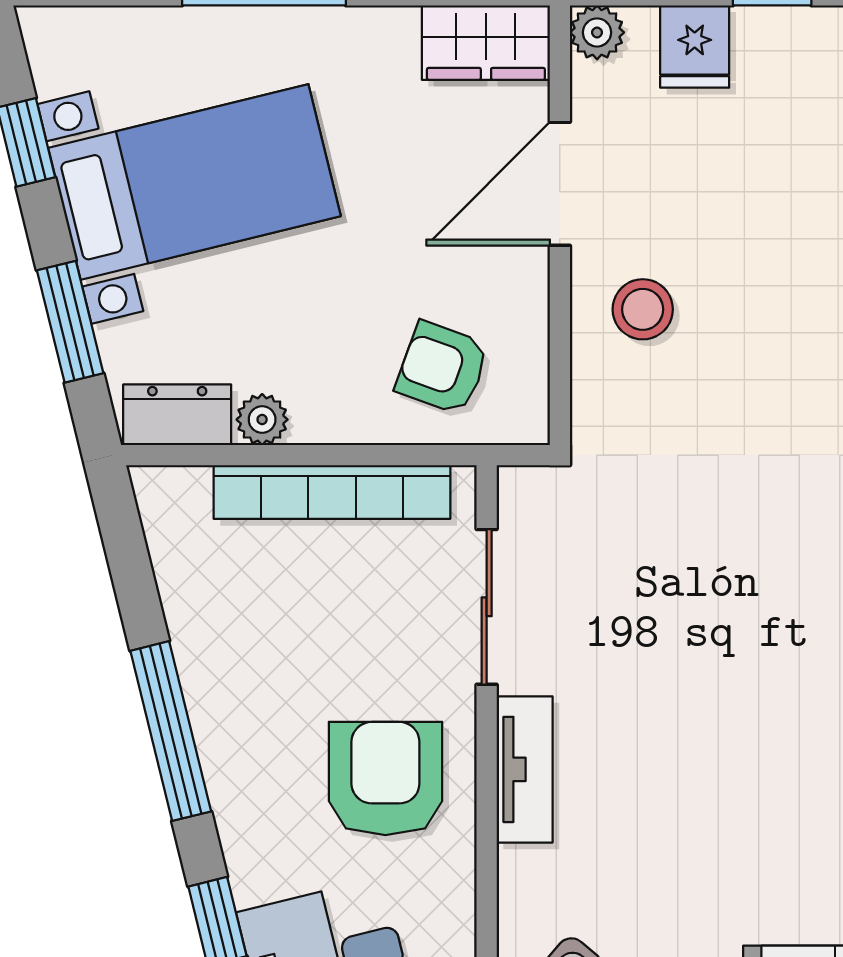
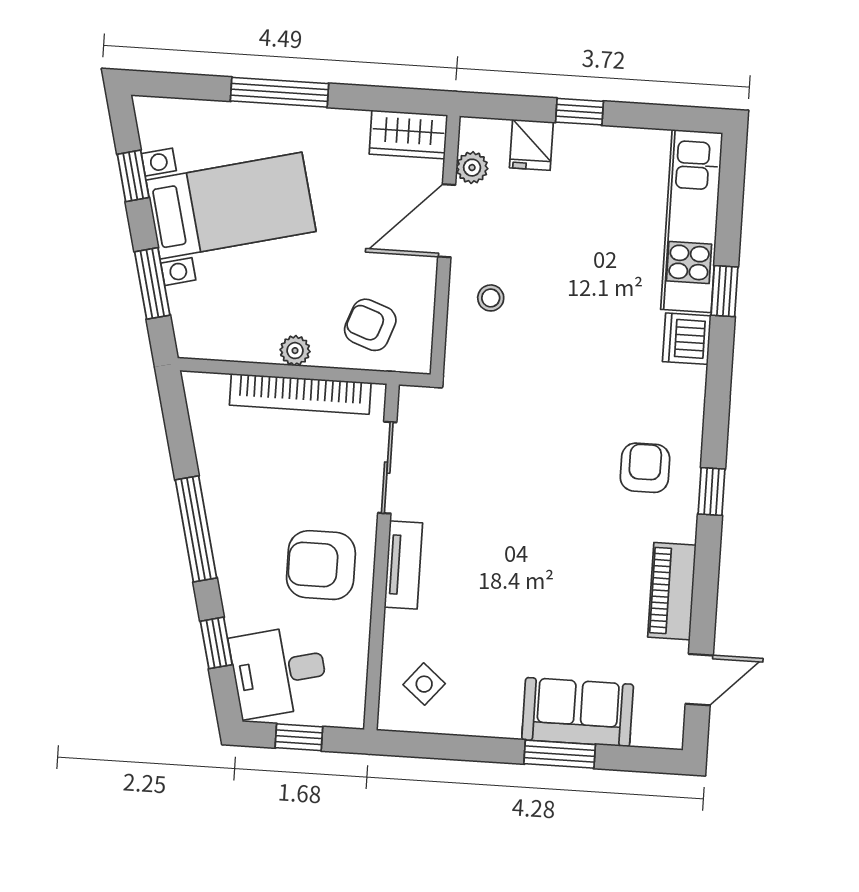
plant: (597, 32) -> (472, 168), moved
stool: (643, 309) -> (491, 298), width x0.73, depth x0.73
dresser: (177, 415) -> (212, 342), removed
plant: (262, 420) -> (295, 351), moved
armchair: (385, 779) -> (321, 565), turned -90

